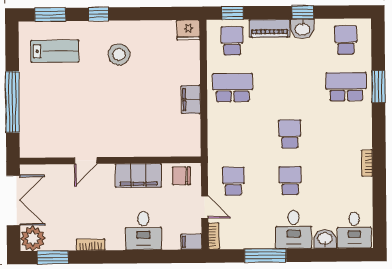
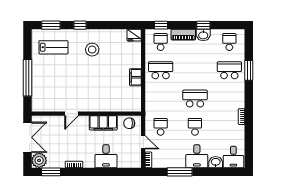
school desk: (290, 134) -> (195, 99), width x1.85
filing cabinet: (191, 242) -> (135, 163), removed

